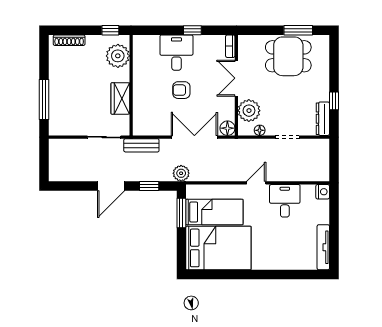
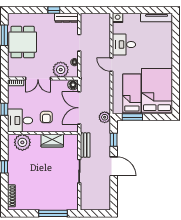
plant: (118, 56) -> (22, 142), moved
wall: (131, 85) -> (43, 133), moved
wardrobe: (120, 98) -> (52, 141), moved

